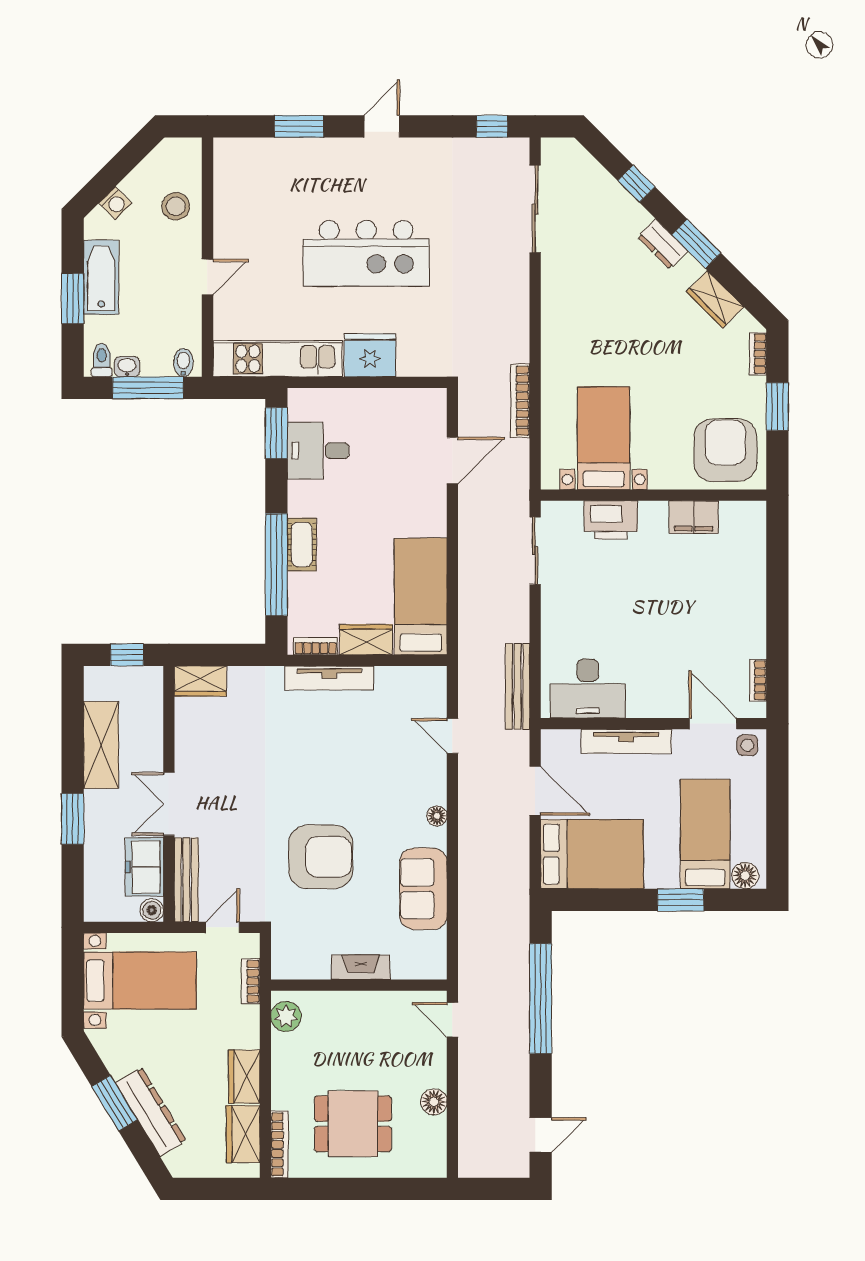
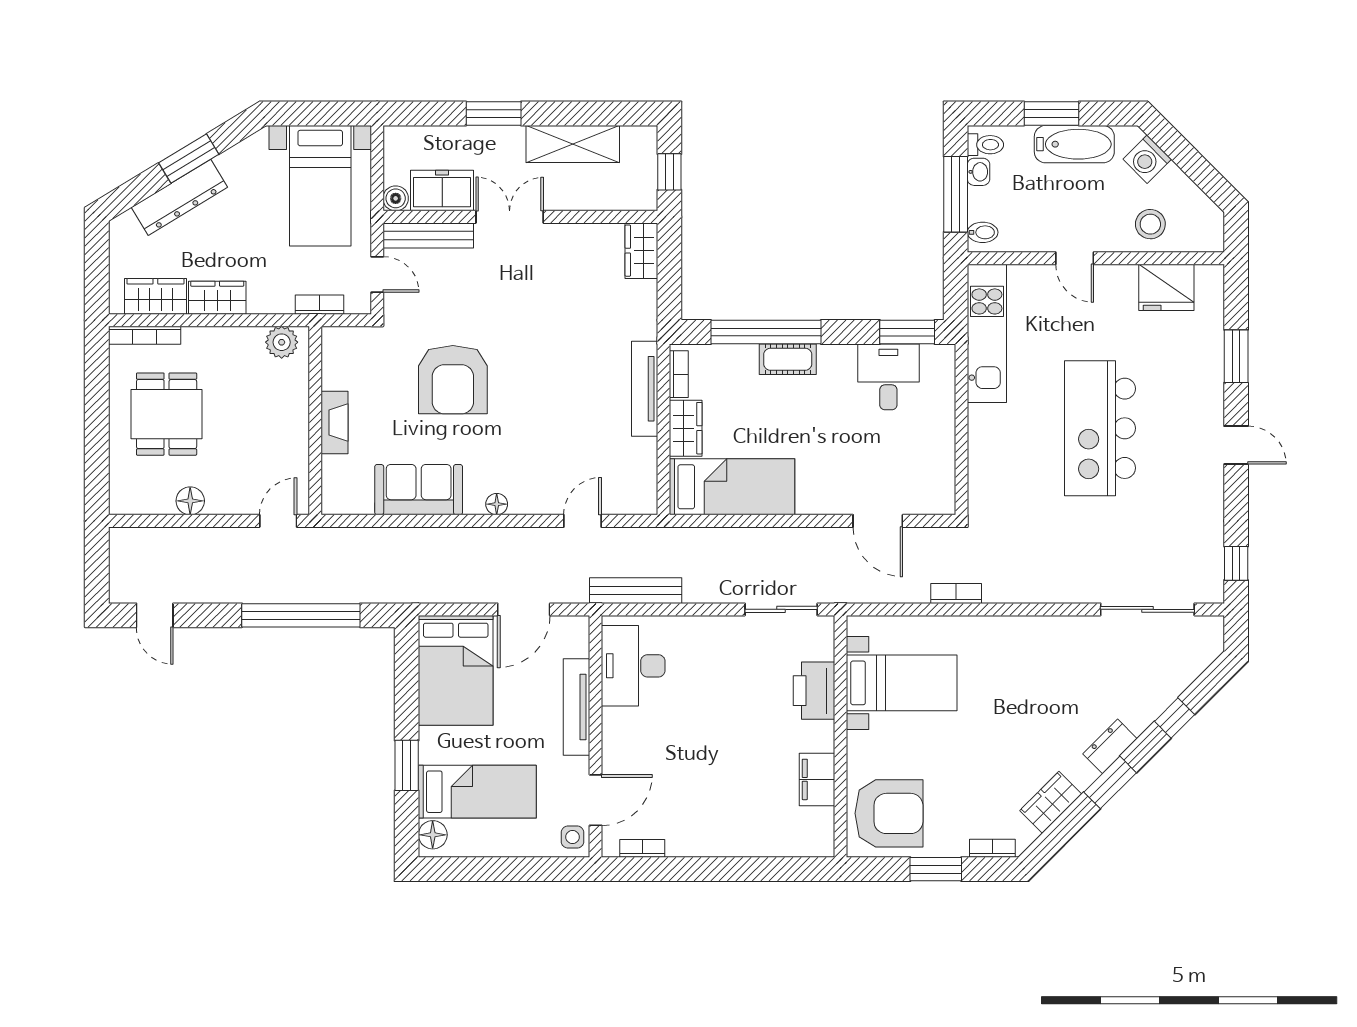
washing machine: (115, 203) -> (1147, 159), width x1.38, depth x1.38
fridge: (370, 355) -> (1166, 287), moved, turned 90
bookcase: (520, 401) -> (956, 593), width x0.64

